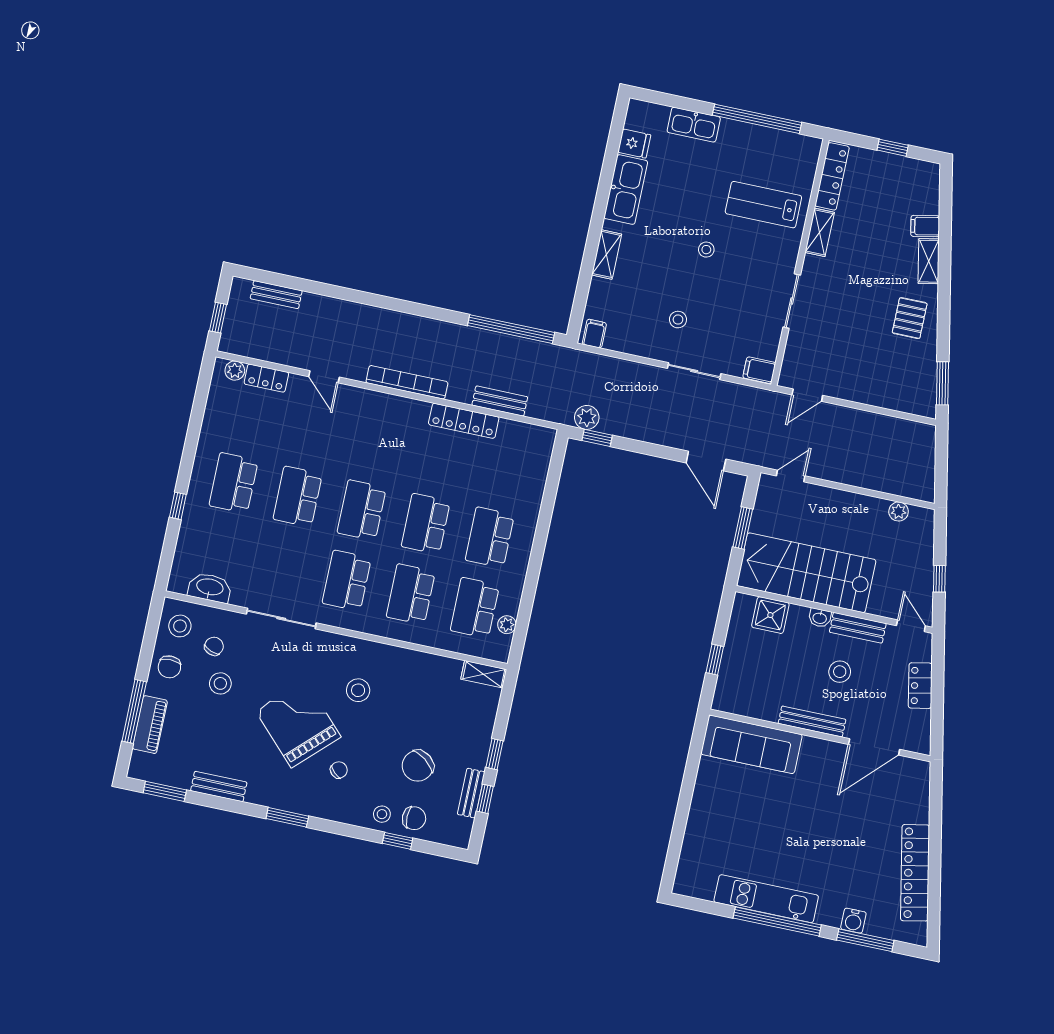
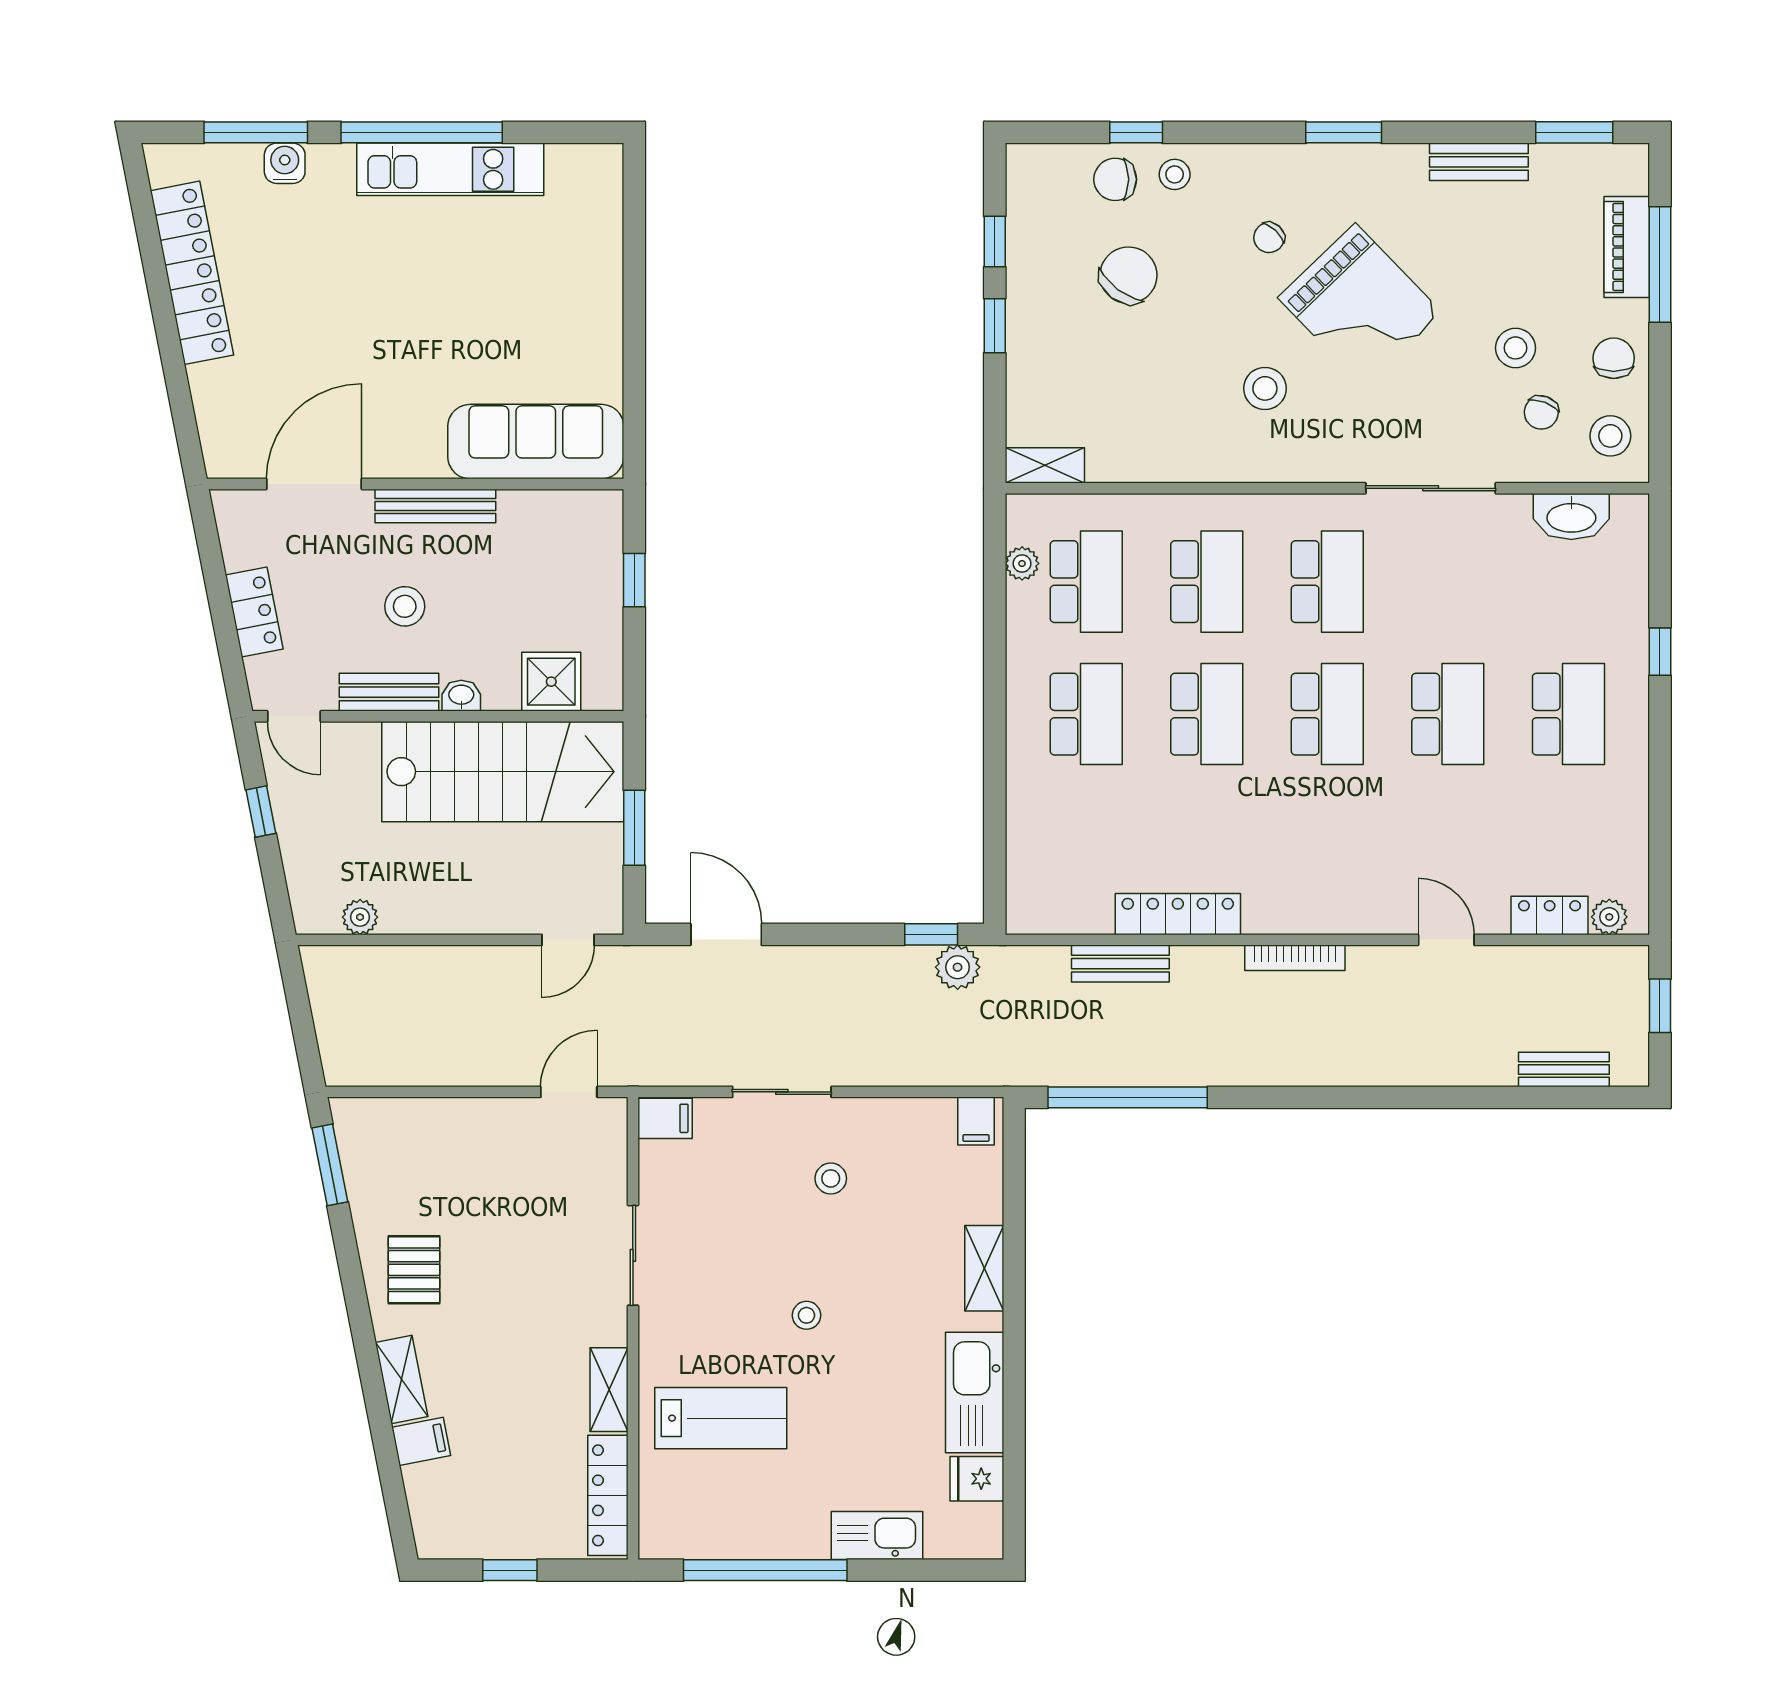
bookcase: (407, 382) -> (1295, 958), width x0.68, depth x0.76
bench: (471, 793) -> (1022, 246), removed

